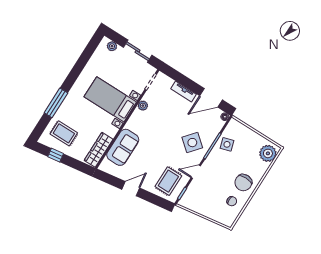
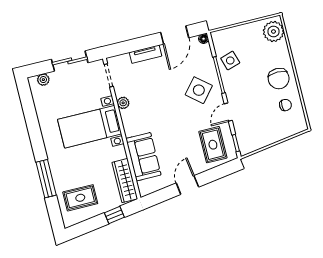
window: (56, 155) -> (114, 215), moved

